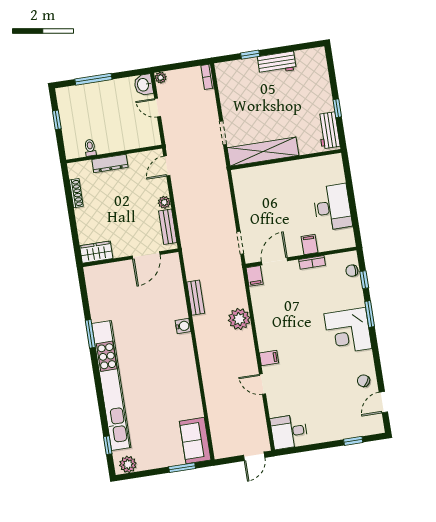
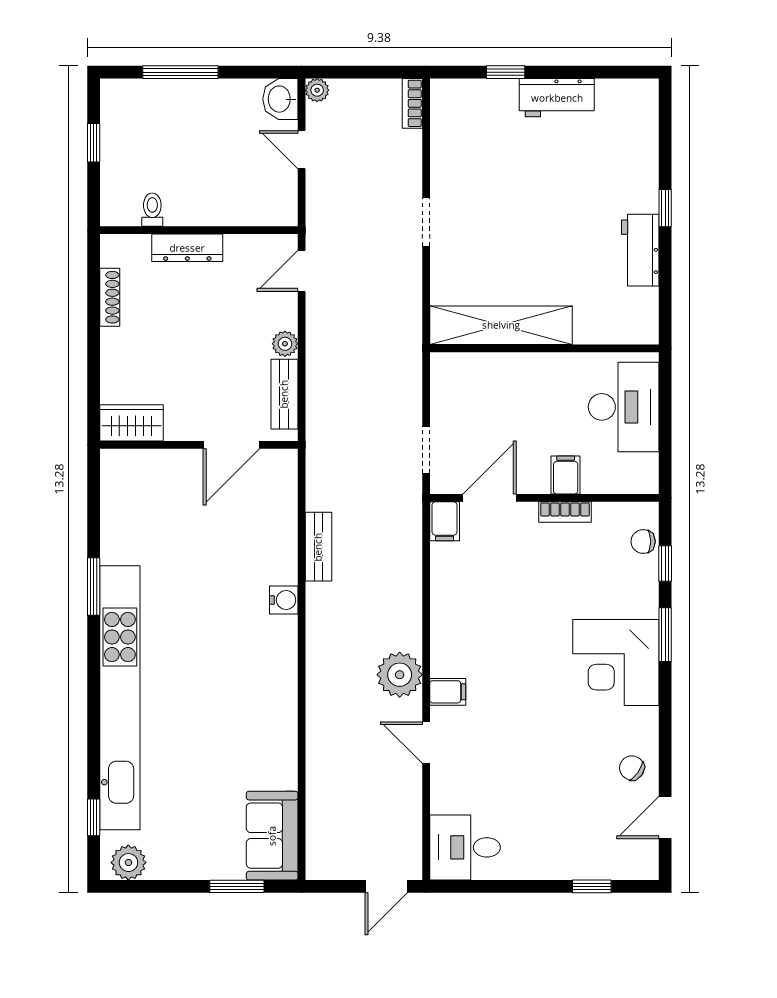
shelving: (263, 152) -> (501, 325), moved
wall: (286, 160) -> (544, 348), moved
plant: (239, 319) -> (400, 675), moved

